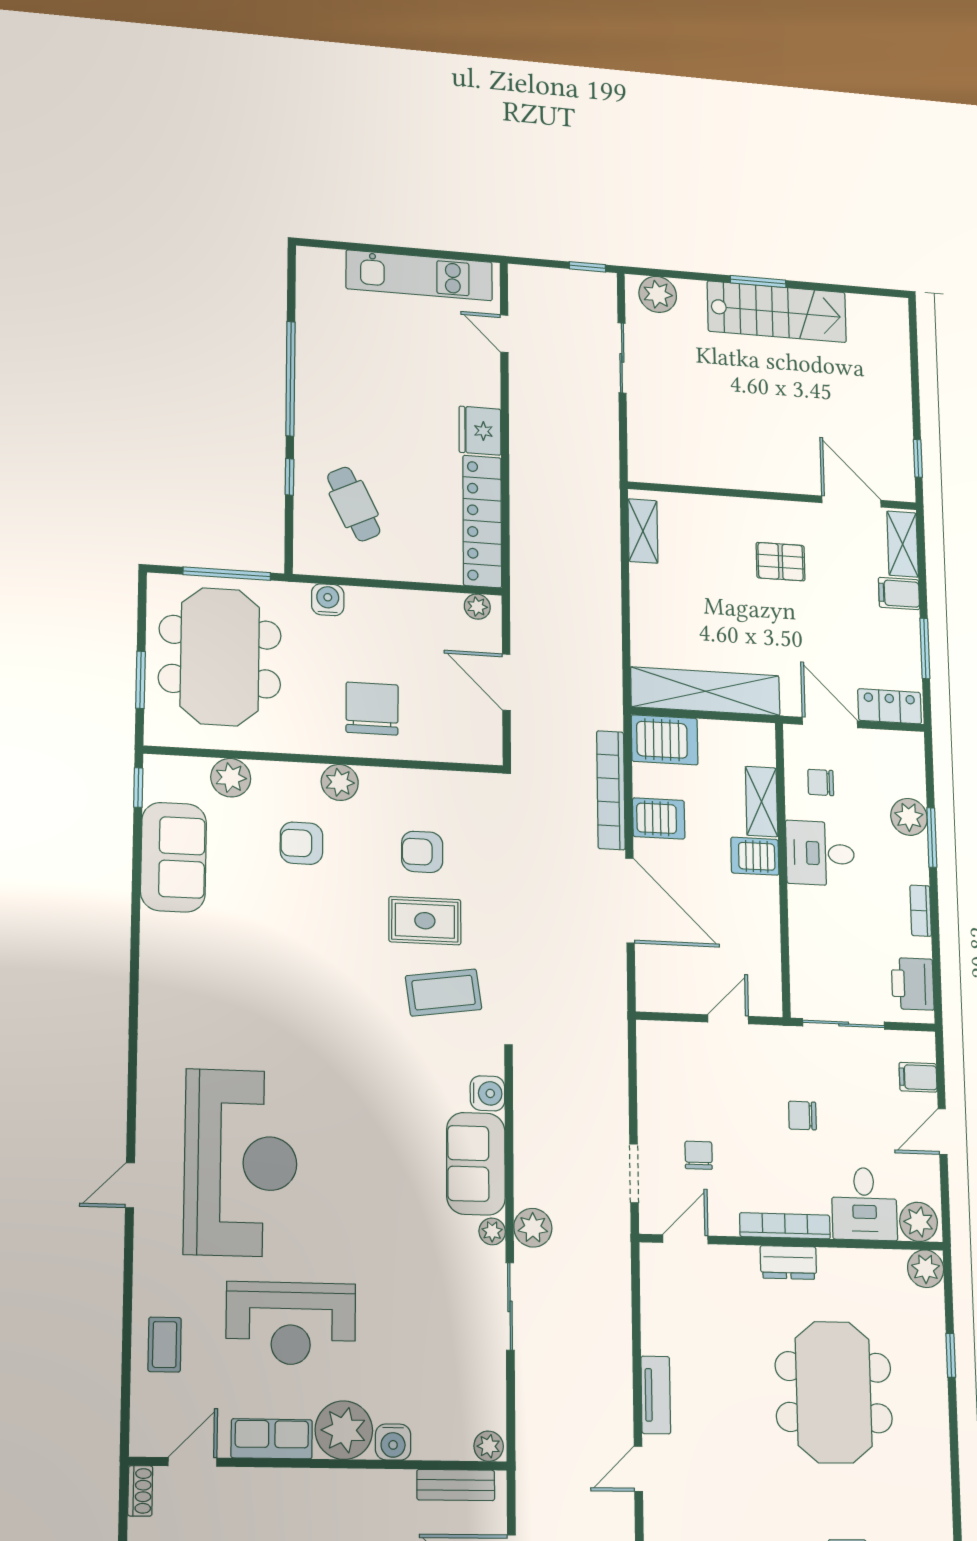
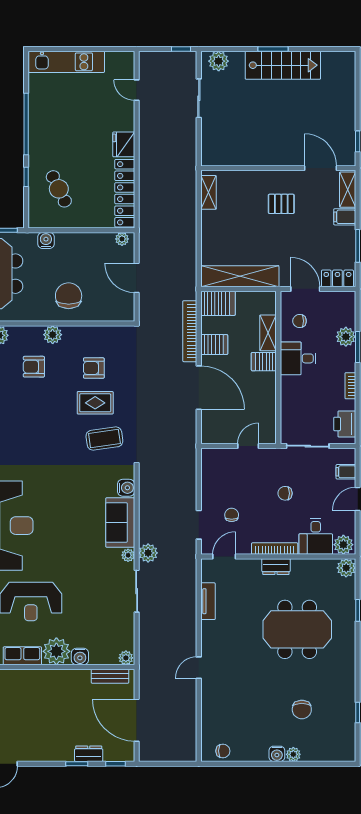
kitchen unit: (419, 275) -> (66, 62), moved
meeting table: (834, 1392) -> (297, 629), turned 90
tv unit: (656, 1395) -> (208, 601), moved

